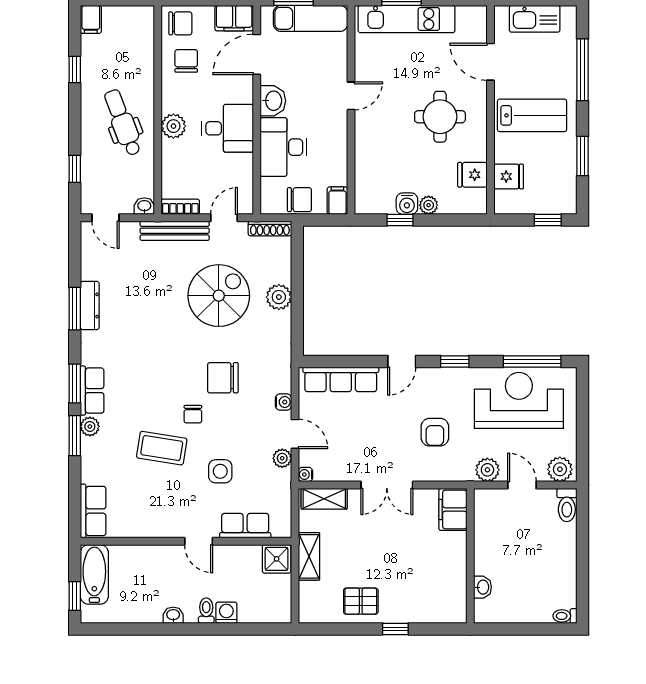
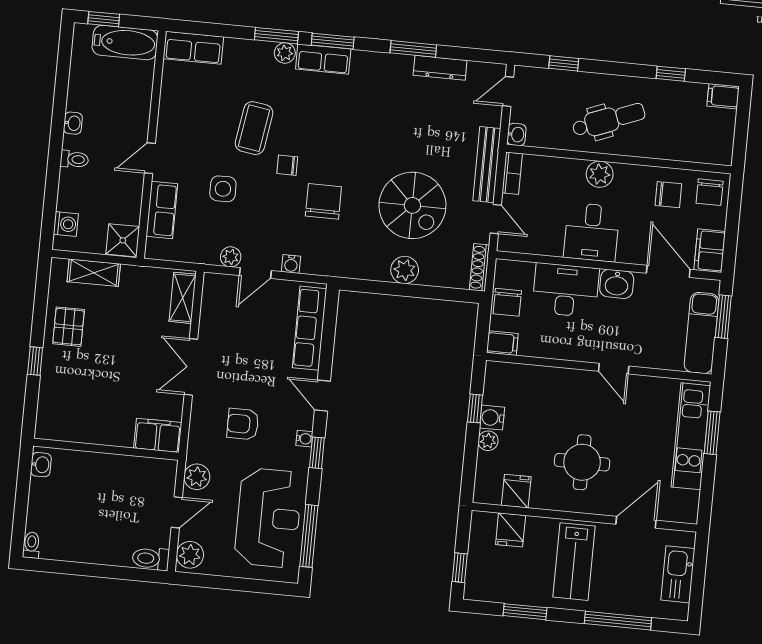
dresser: (90, 305) -> (440, 68), moved
water cooler: (305, 474) -> (304, 439), moved, turned 90
shelving: (309, 556) -> (94, 273), moved
washbasin: (482, 587) -> (41, 465), moved, turned -90
washing machine: (226, 613) -> (66, 224), moved

